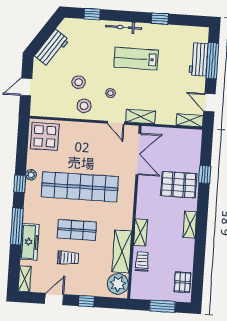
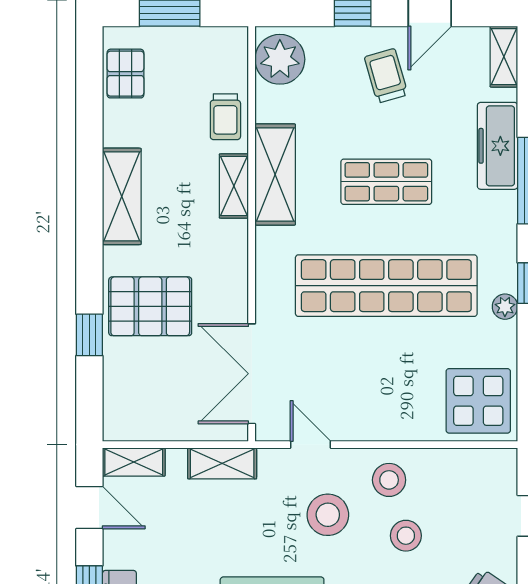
stool: (110, 93) -> (328, 515), width x1.89, depth x1.89
shelving: (141, 117) -> (222, 463), moved
shelving: (190, 225) -> (122, 196), width x1.50, depth x1.33
shelving: (122, 251) -> (275, 174), moved
trolley: (68, 258) -> (386, 76), moved, turned 74

